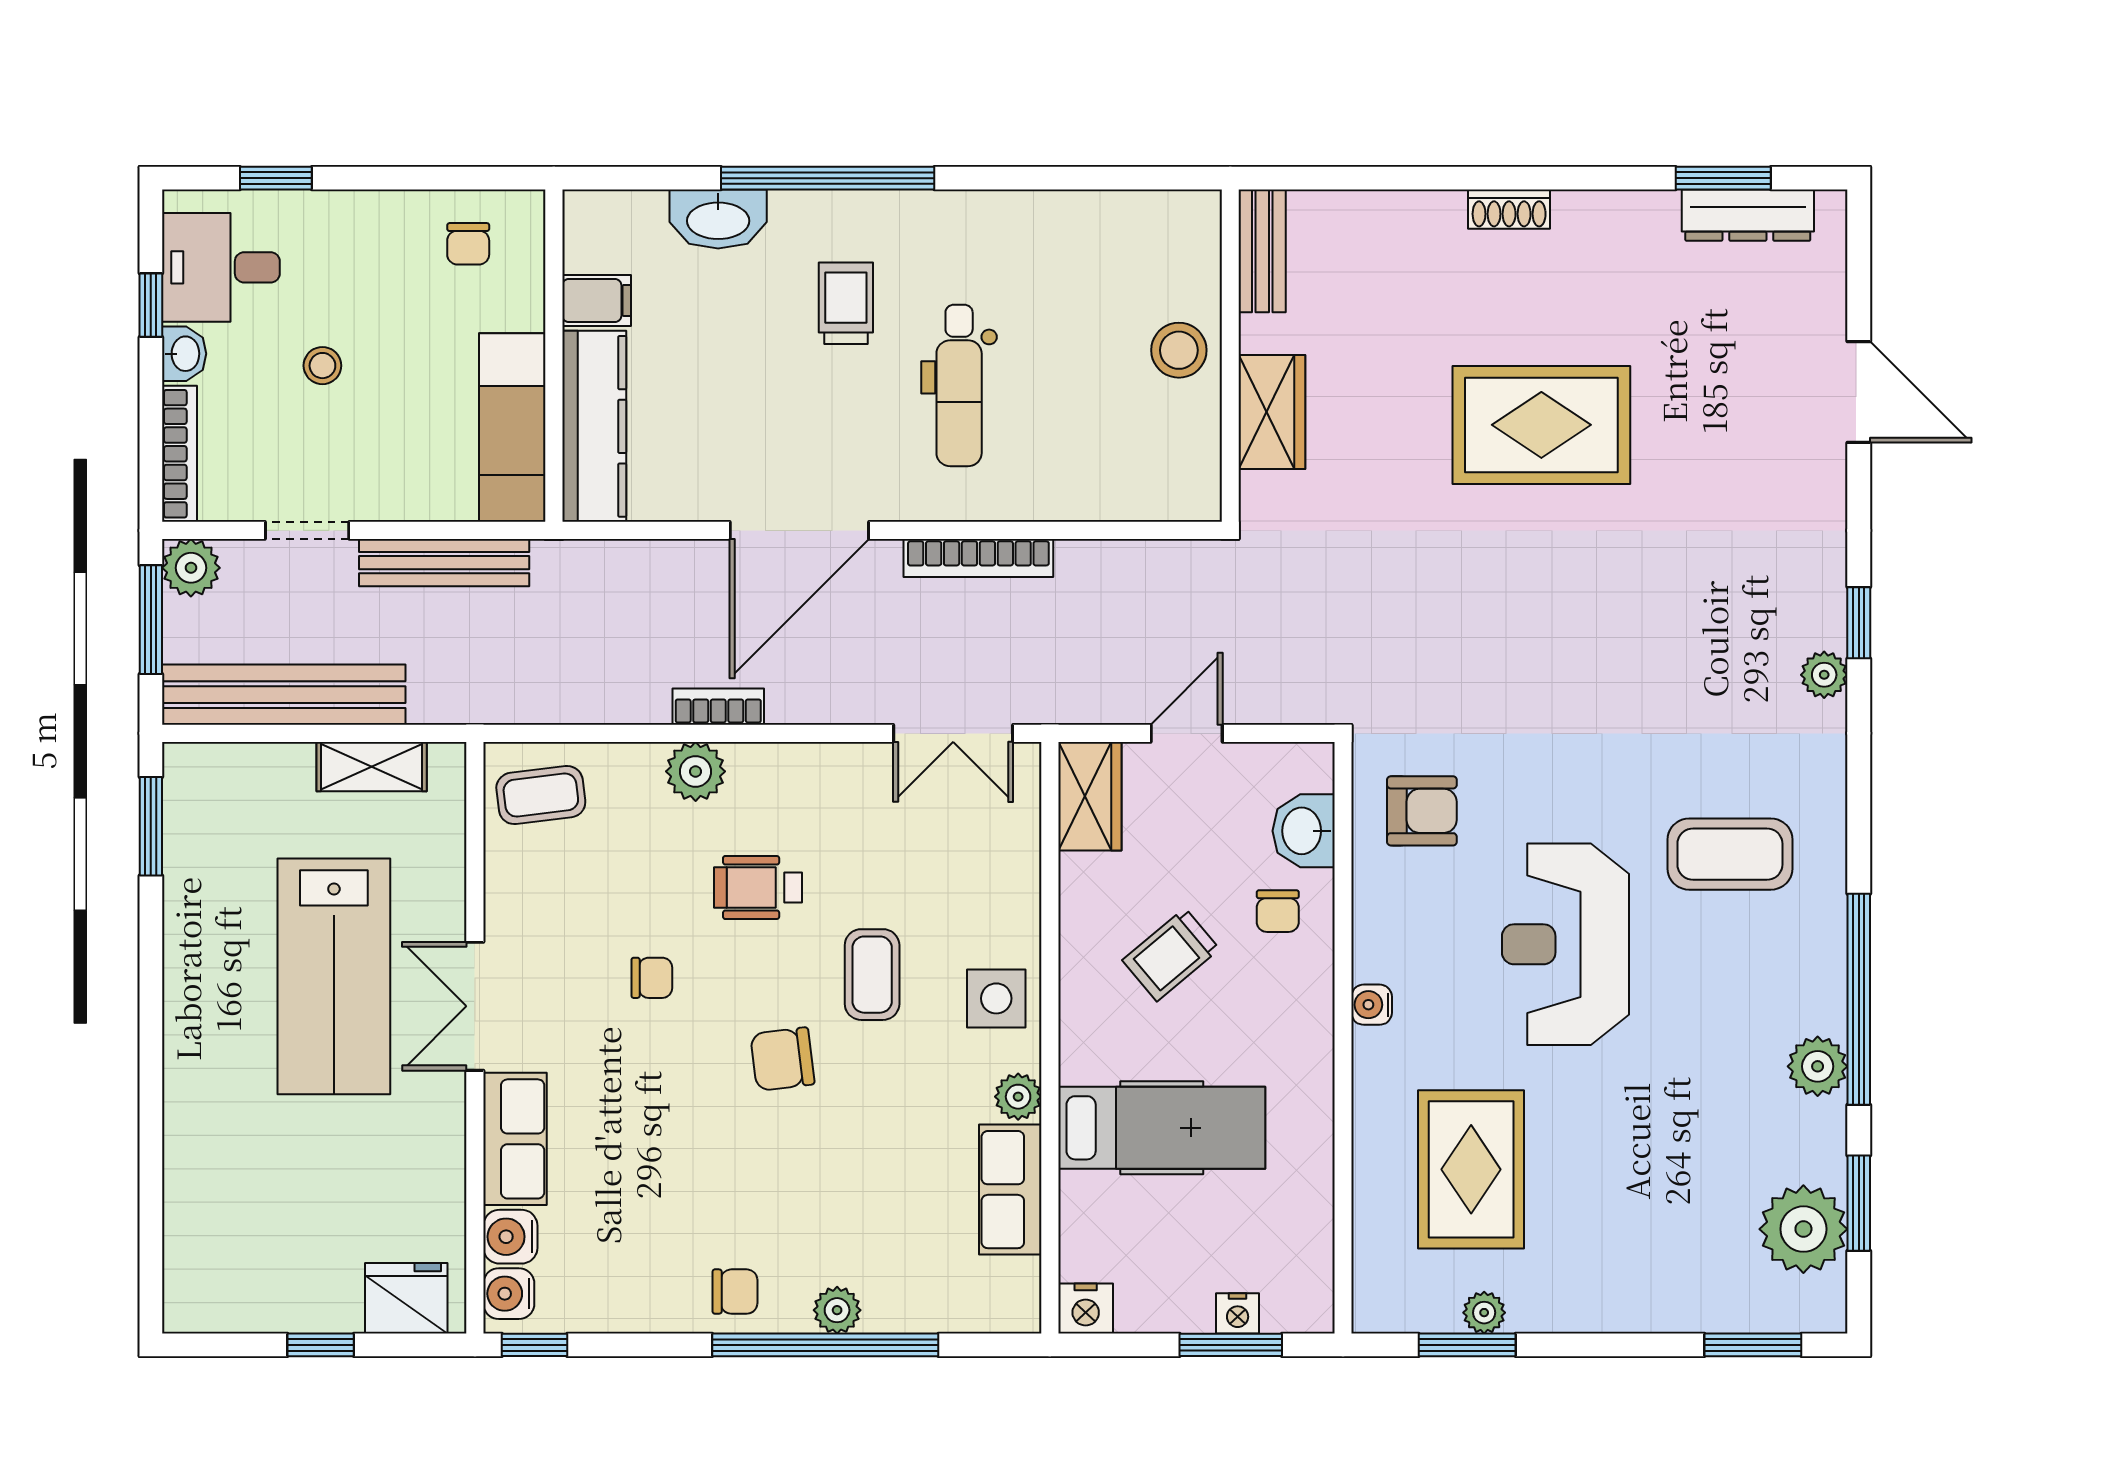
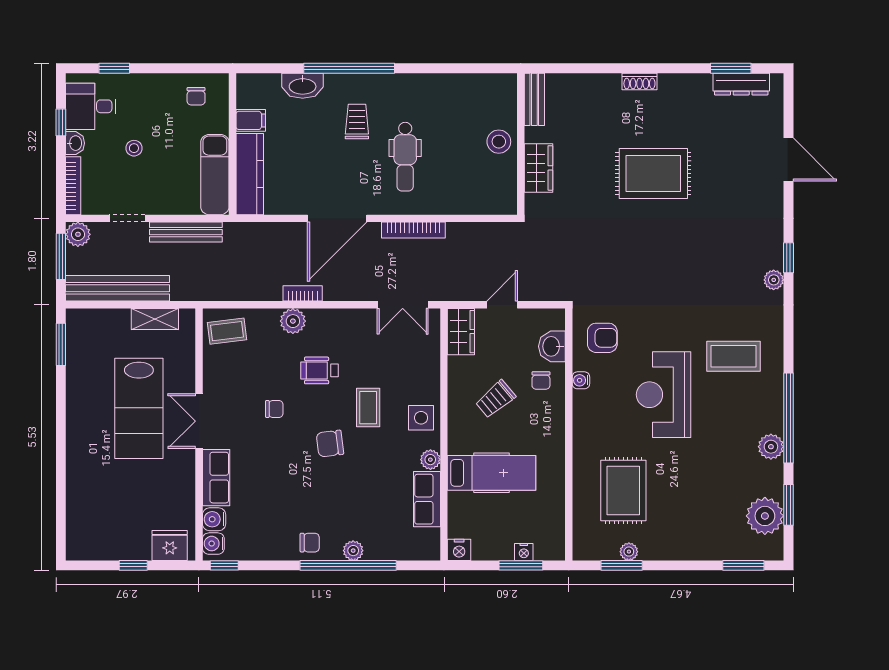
water cooler: (1372, 1005) -> (581, 380), moved

